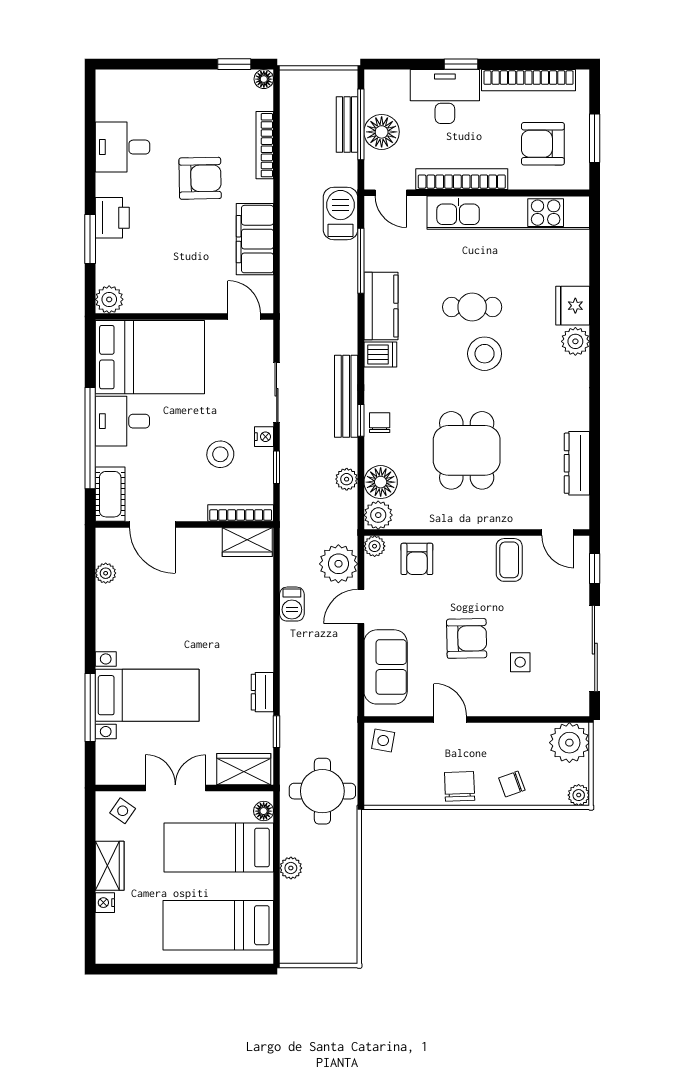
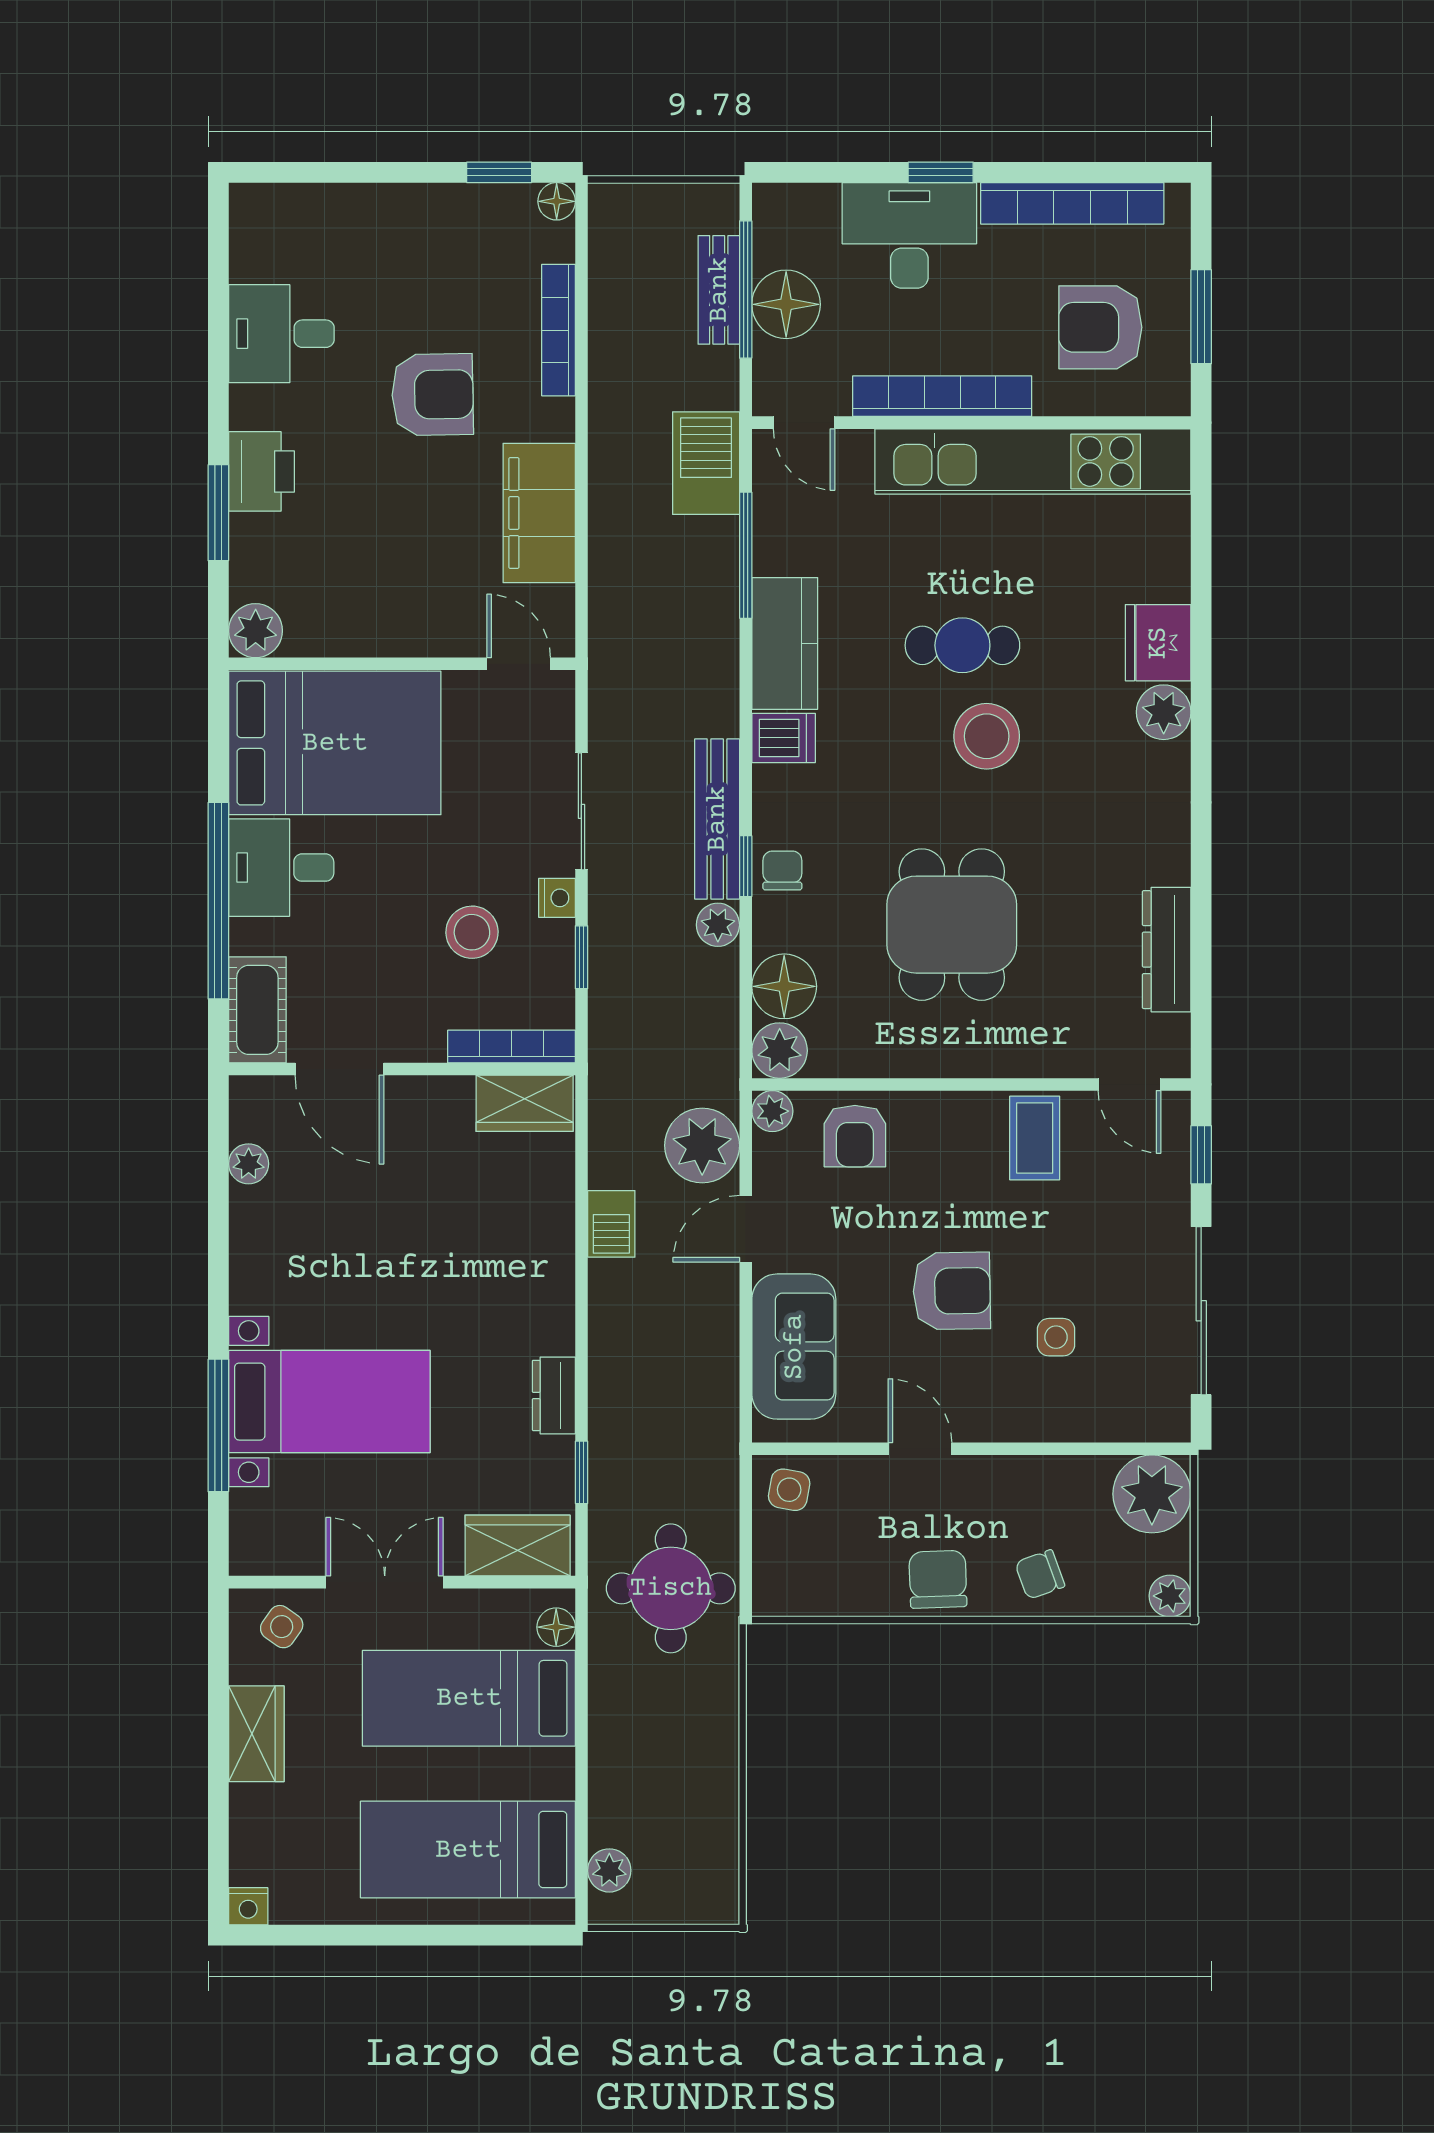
plant: (347, 479) -> (718, 925), moved
plant: (291, 868) -> (609, 1870), moved
nightstand: (105, 903) -> (248, 1906), moved, turned -90

